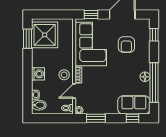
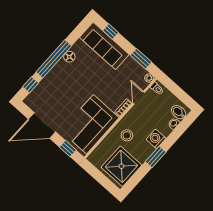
window: (27, 39) -> (156, 157), moved
armchair: (126, 45) -> (61, 97), removed
stool: (64, 75) -> (127, 135), moved
window: (154, 82) -> (54, 59), moved
door: (74, 91) -> (139, 98), swing flipped
sofa: (134, 105) -> (104, 46), width x1.36

